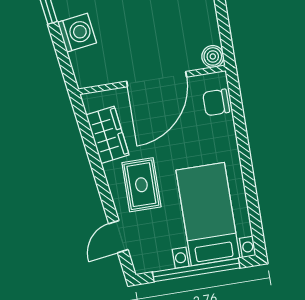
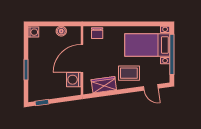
washing machine: (77, 33) -> (74, 80), moved, turned -82
boiler: (213, 56) -> (61, 31), moved
door: (157, 79) -> (82, 58), swing flipped

